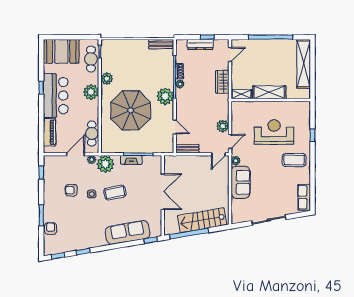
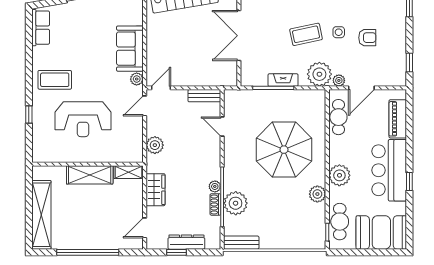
plant: (165, 96) -> (236, 203), moved
plant: (223, 126) -> (155, 145), moved

